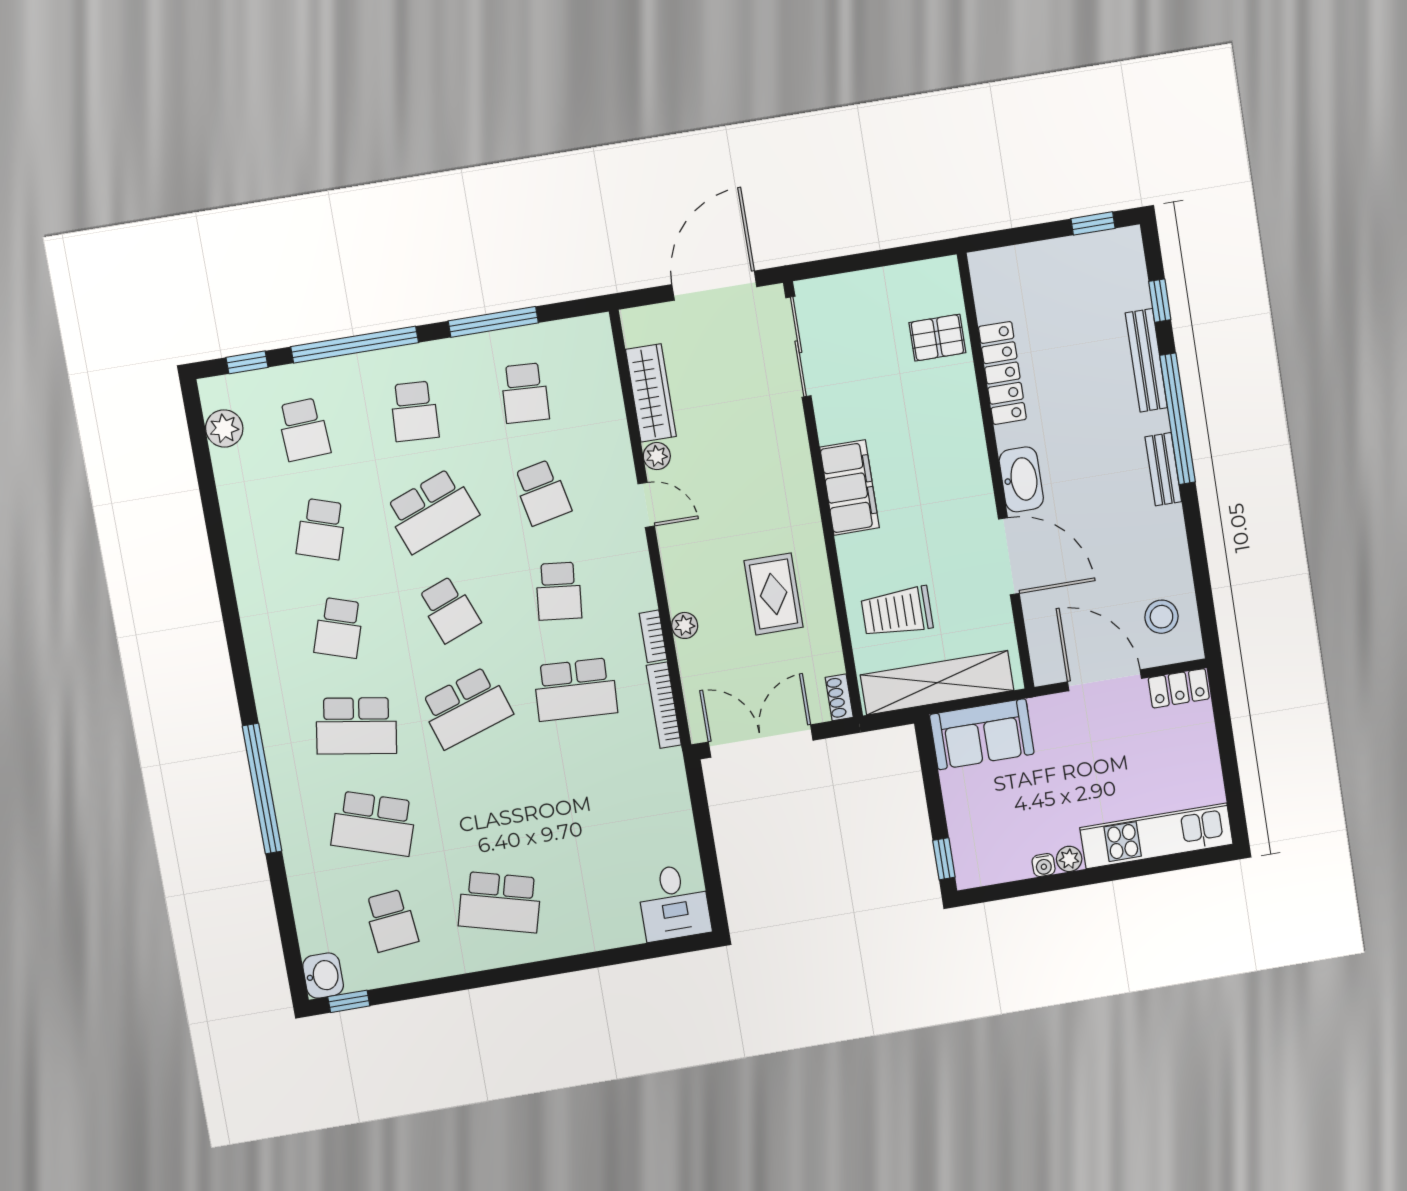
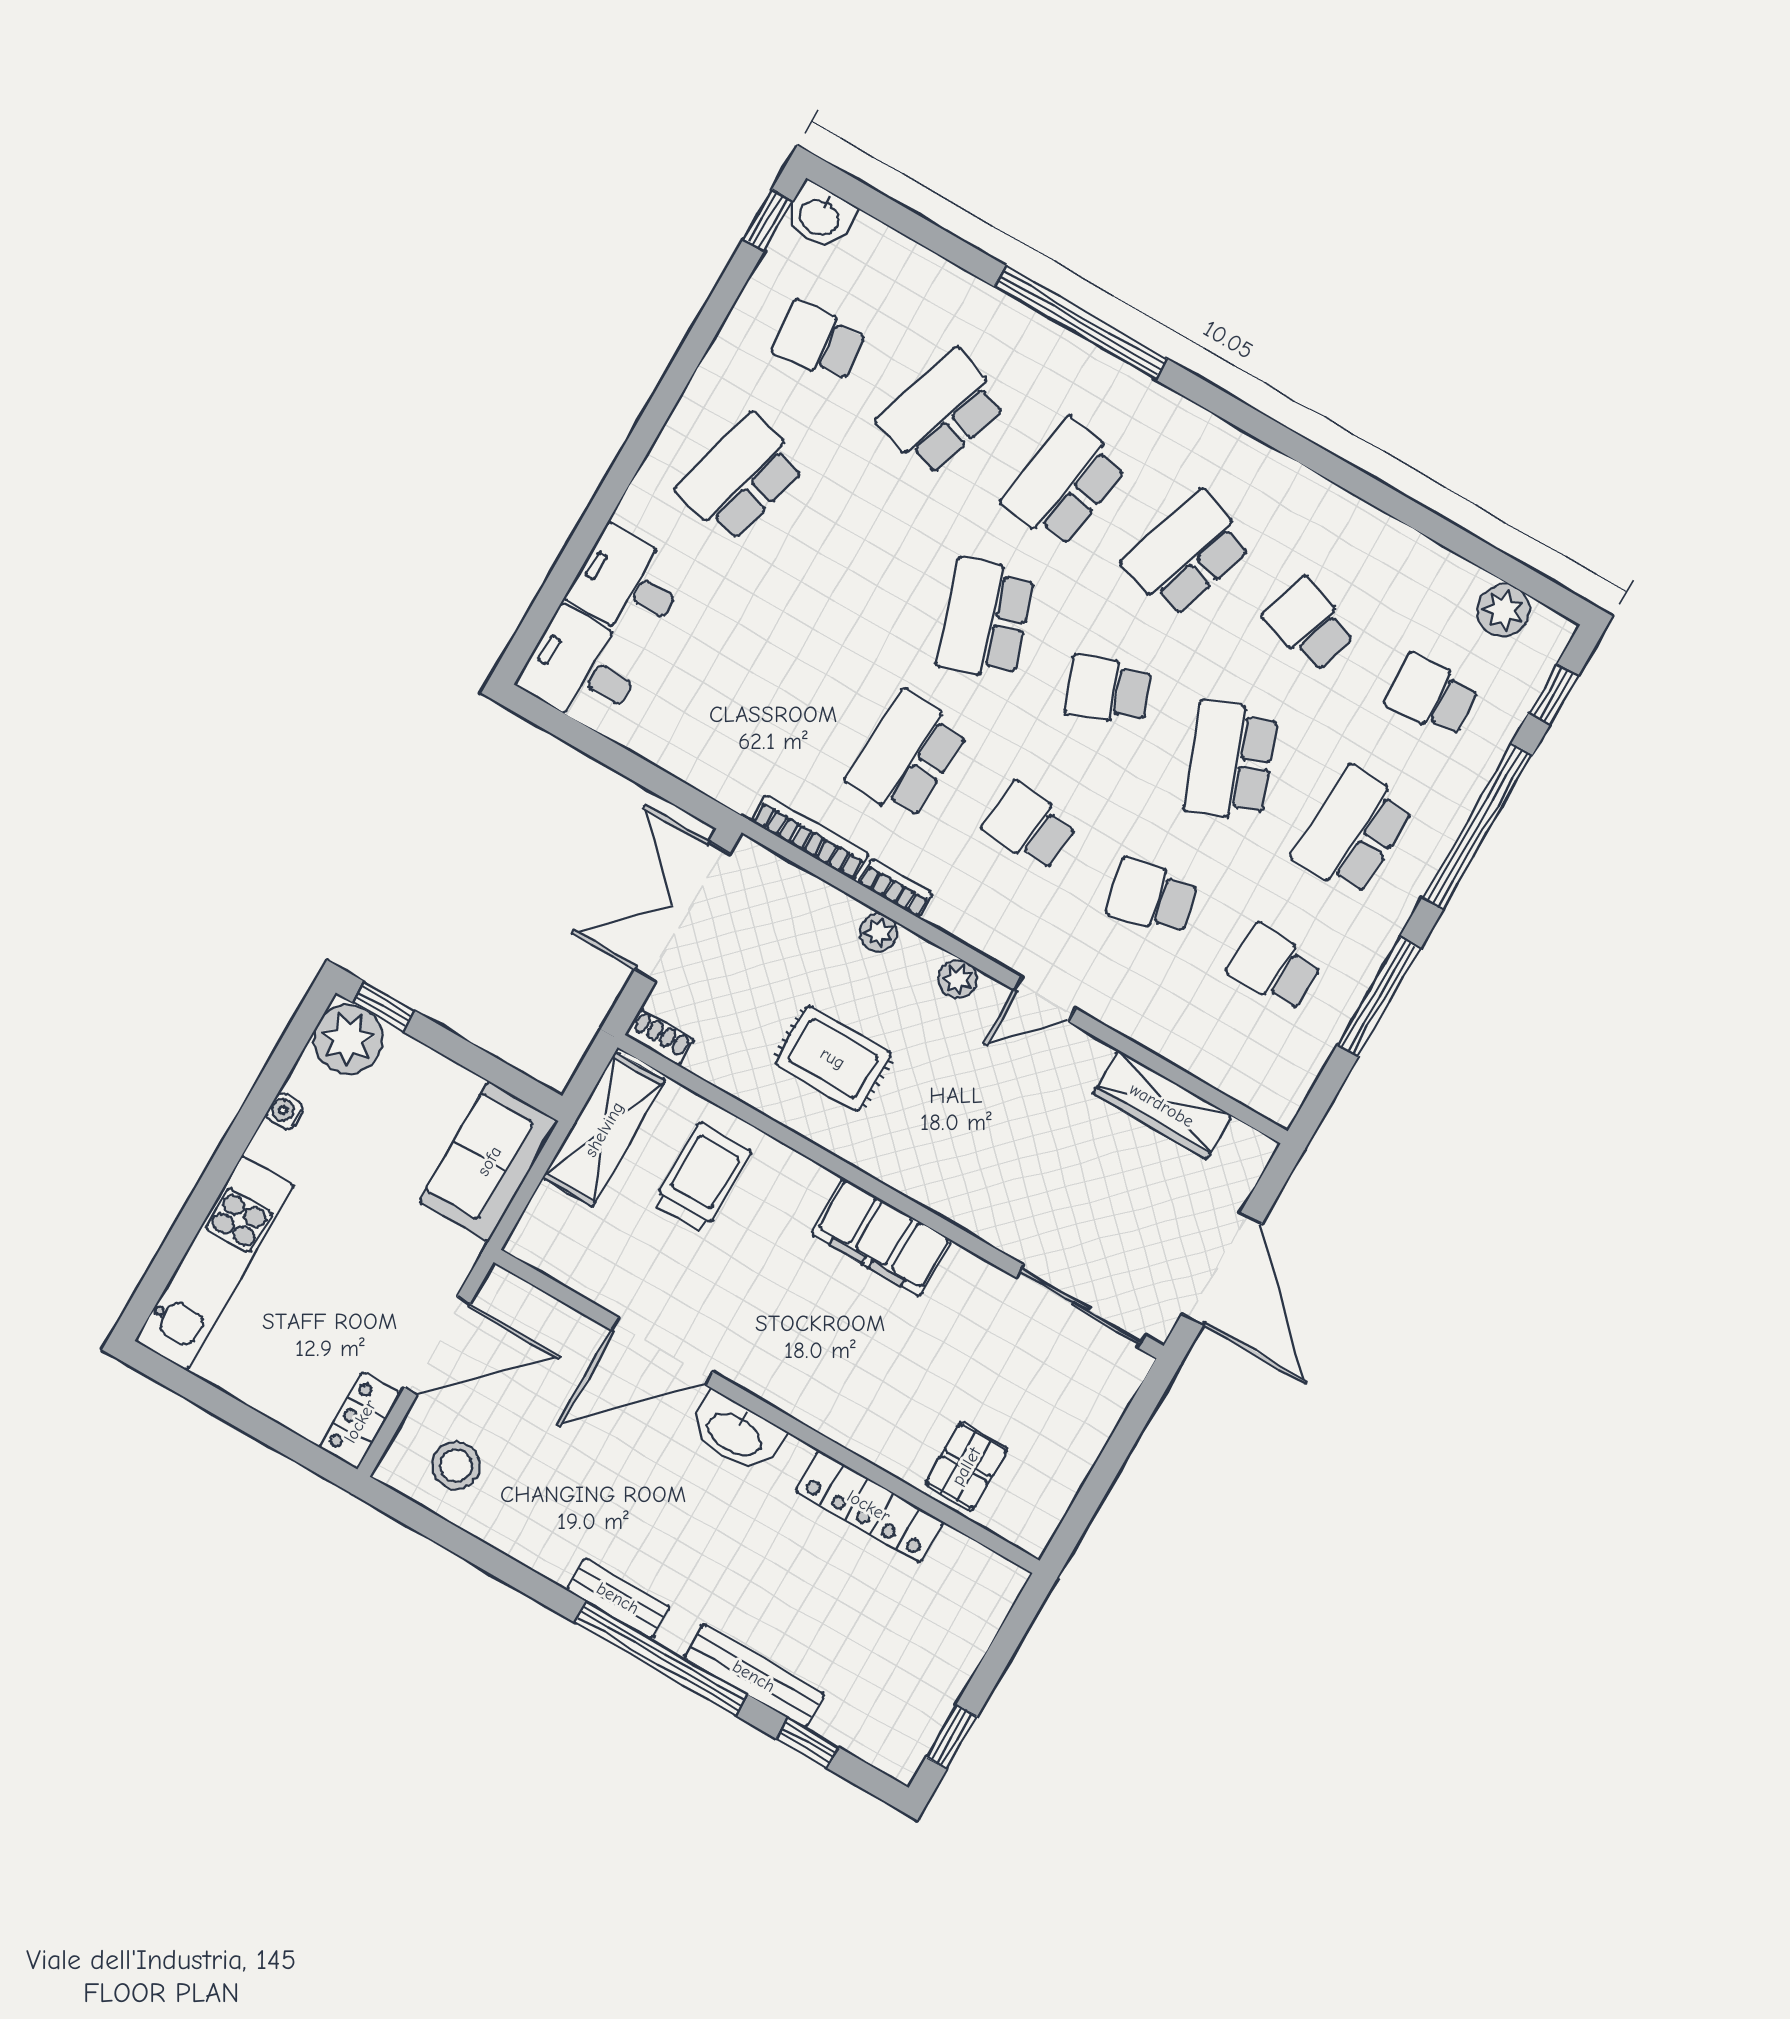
school desk: (414, 411) -> (1353, 831), width x1.85
plant: (657, 456) -> (958, 979), moved
school desk: (339, 628) -> (1187, 554), width x1.85
shelving: (937, 683) -> (604, 1129), width x0.68
double door: (761, 741) -> (682, 912), swing flipped
plant: (1069, 859) -> (348, 1039), moved, width x1.87, depth x1.87
desk: (608, 915) -> (628, 584), added

